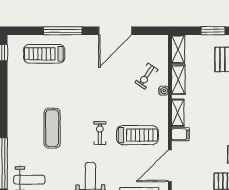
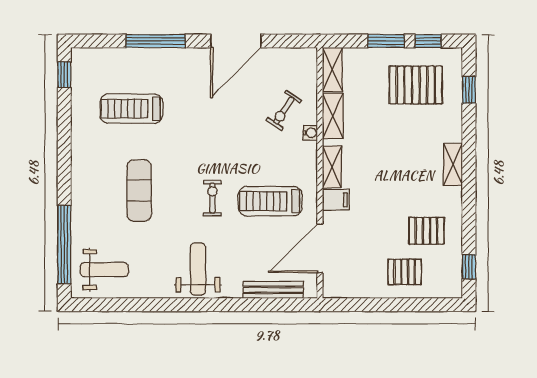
treadmill: (44, 54) -> (131, 109), moved
treadmill: (137, 135) -> (270, 201), turned 180

